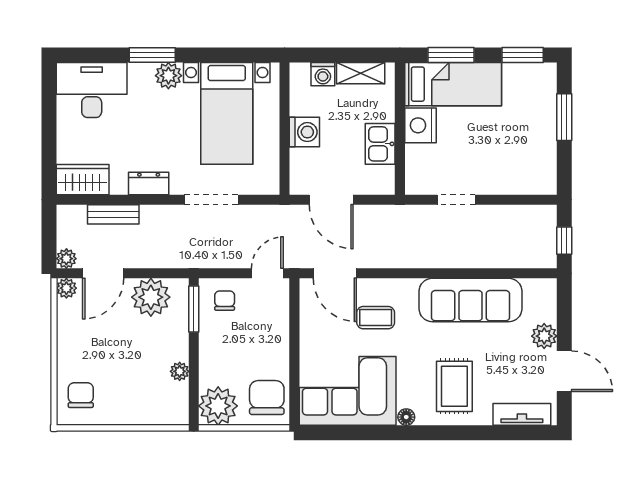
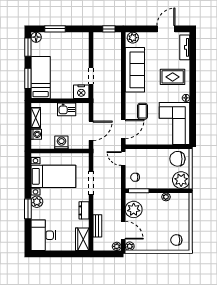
floor lamp: (545, 74) -> (36, 37), added
nightstand: (420, 125) -> (81, 92), moved
plant: (544, 336) -> (133, 38), moved

